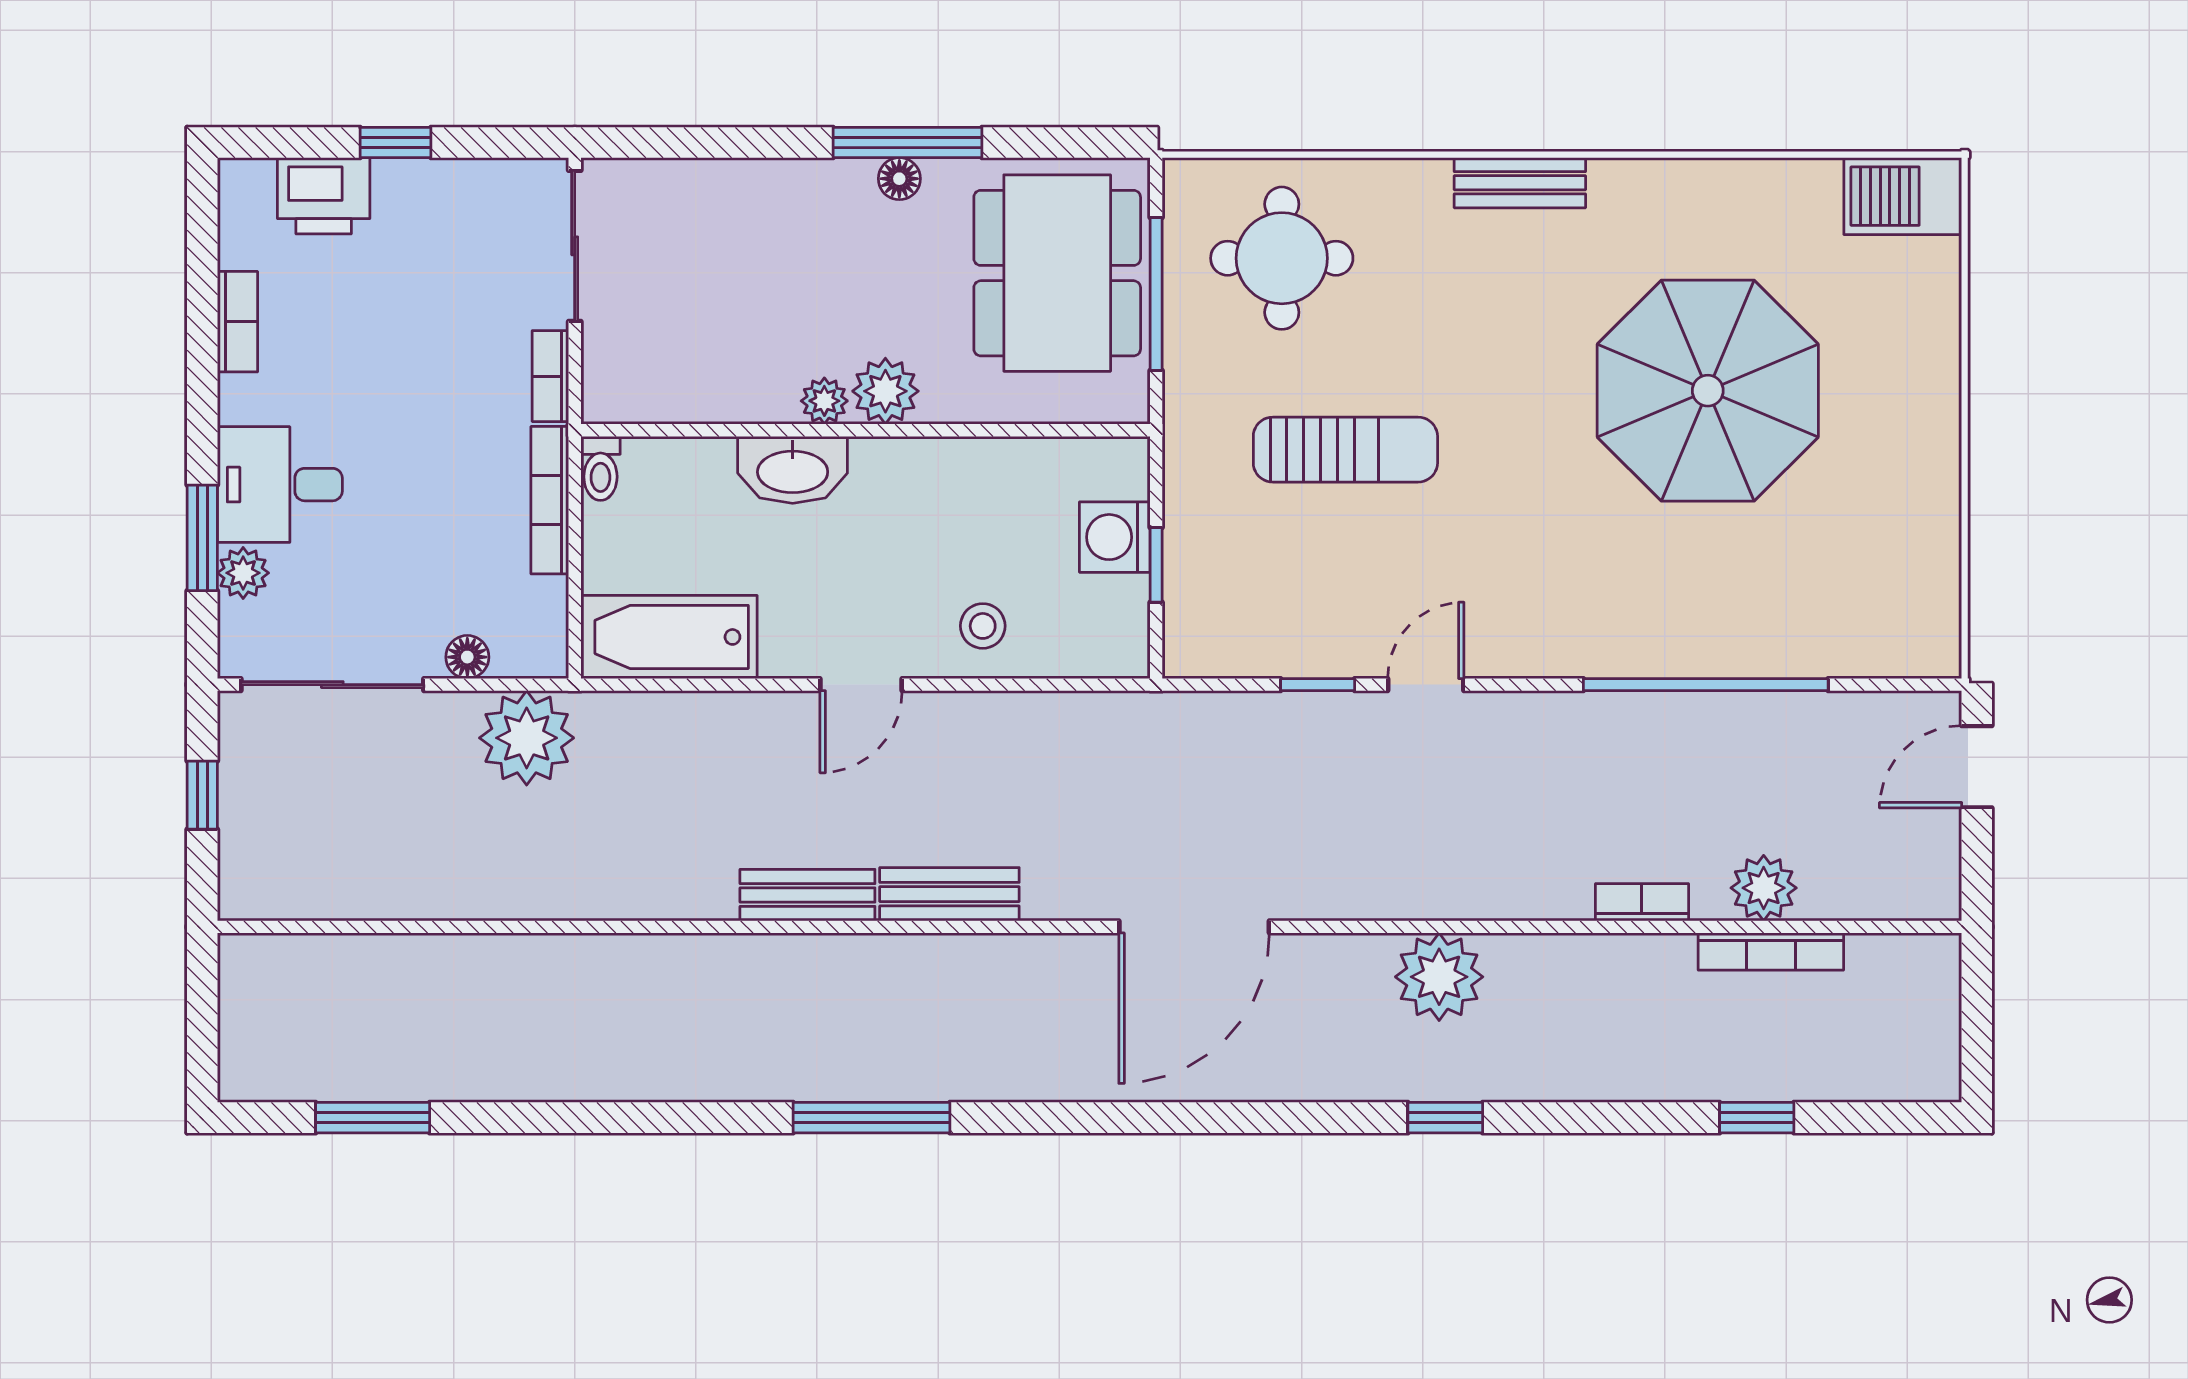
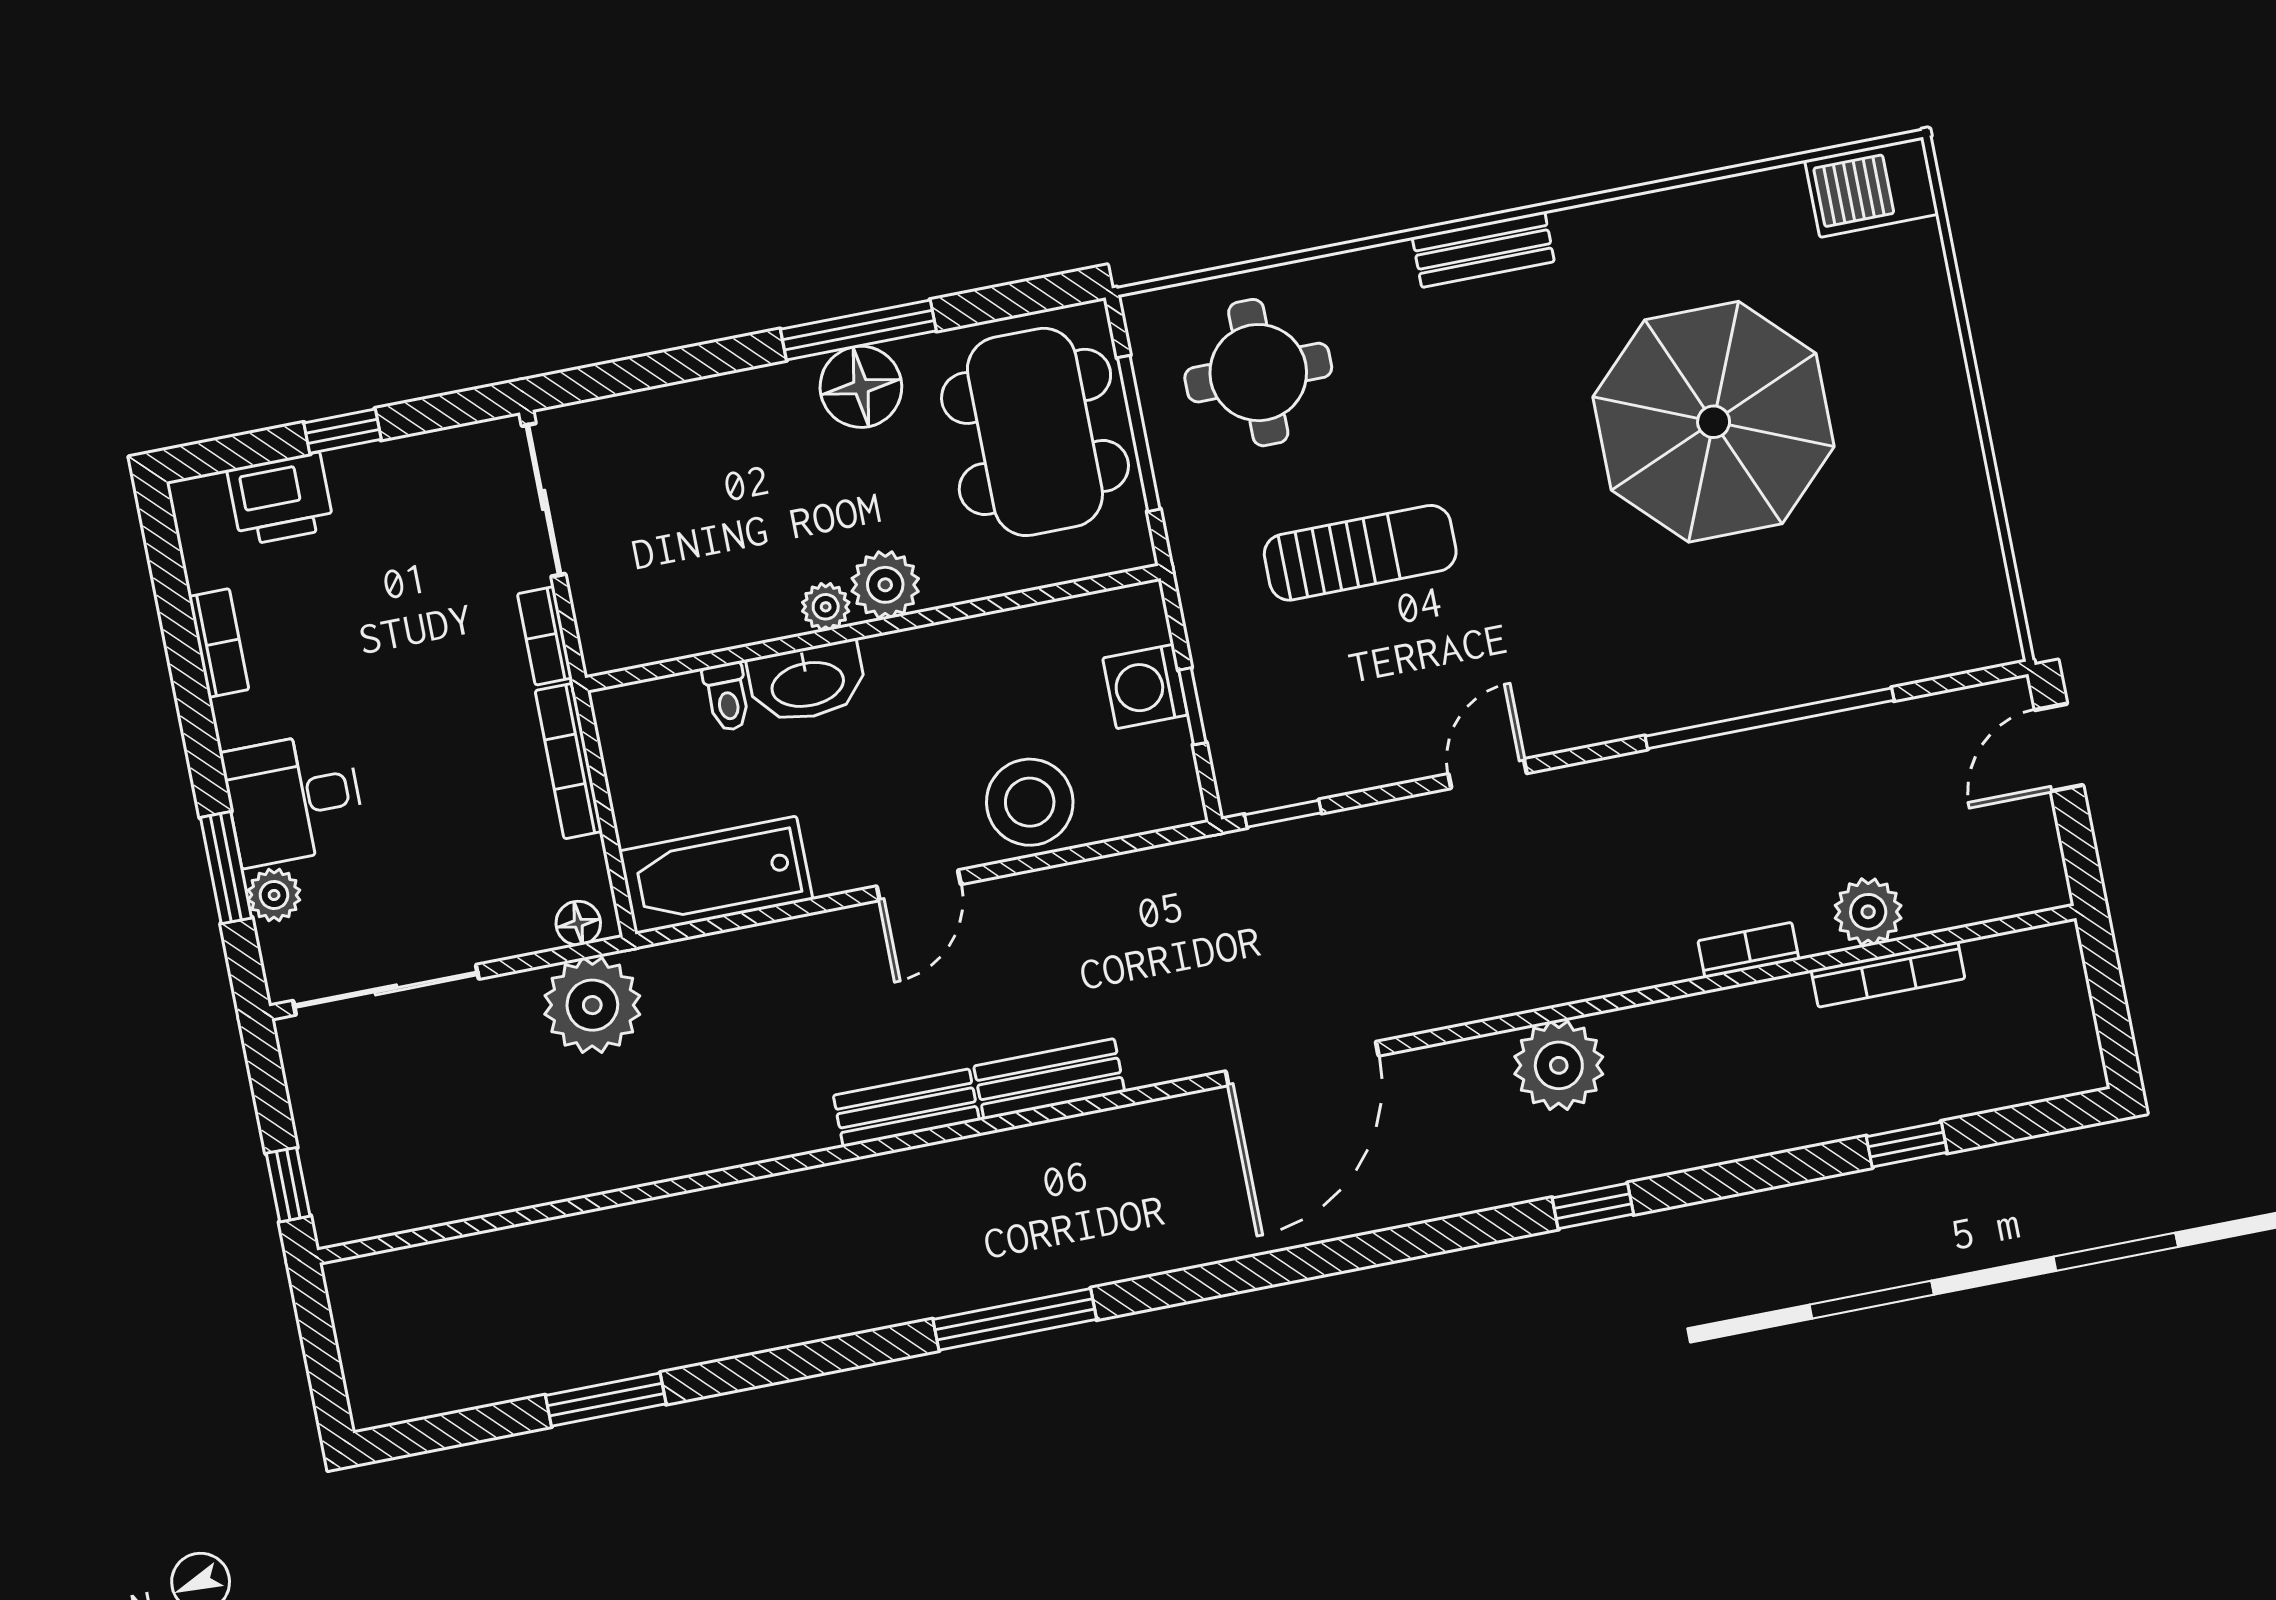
floor lamp: (899, 179) -> (861, 387), width x1.89, depth x1.89
toilet: (600, 468) -> (727, 697), moved
stool: (983, 626) -> (1030, 802), width x1.89, depth x1.89
floor lamp: (467, 657) -> (578, 923), moved
window: (1318, 685) -> (1283, 814), moved
window: (202, 795) -> (288, 1185), moved
window: (373, 1118) -> (606, 1400), moved

